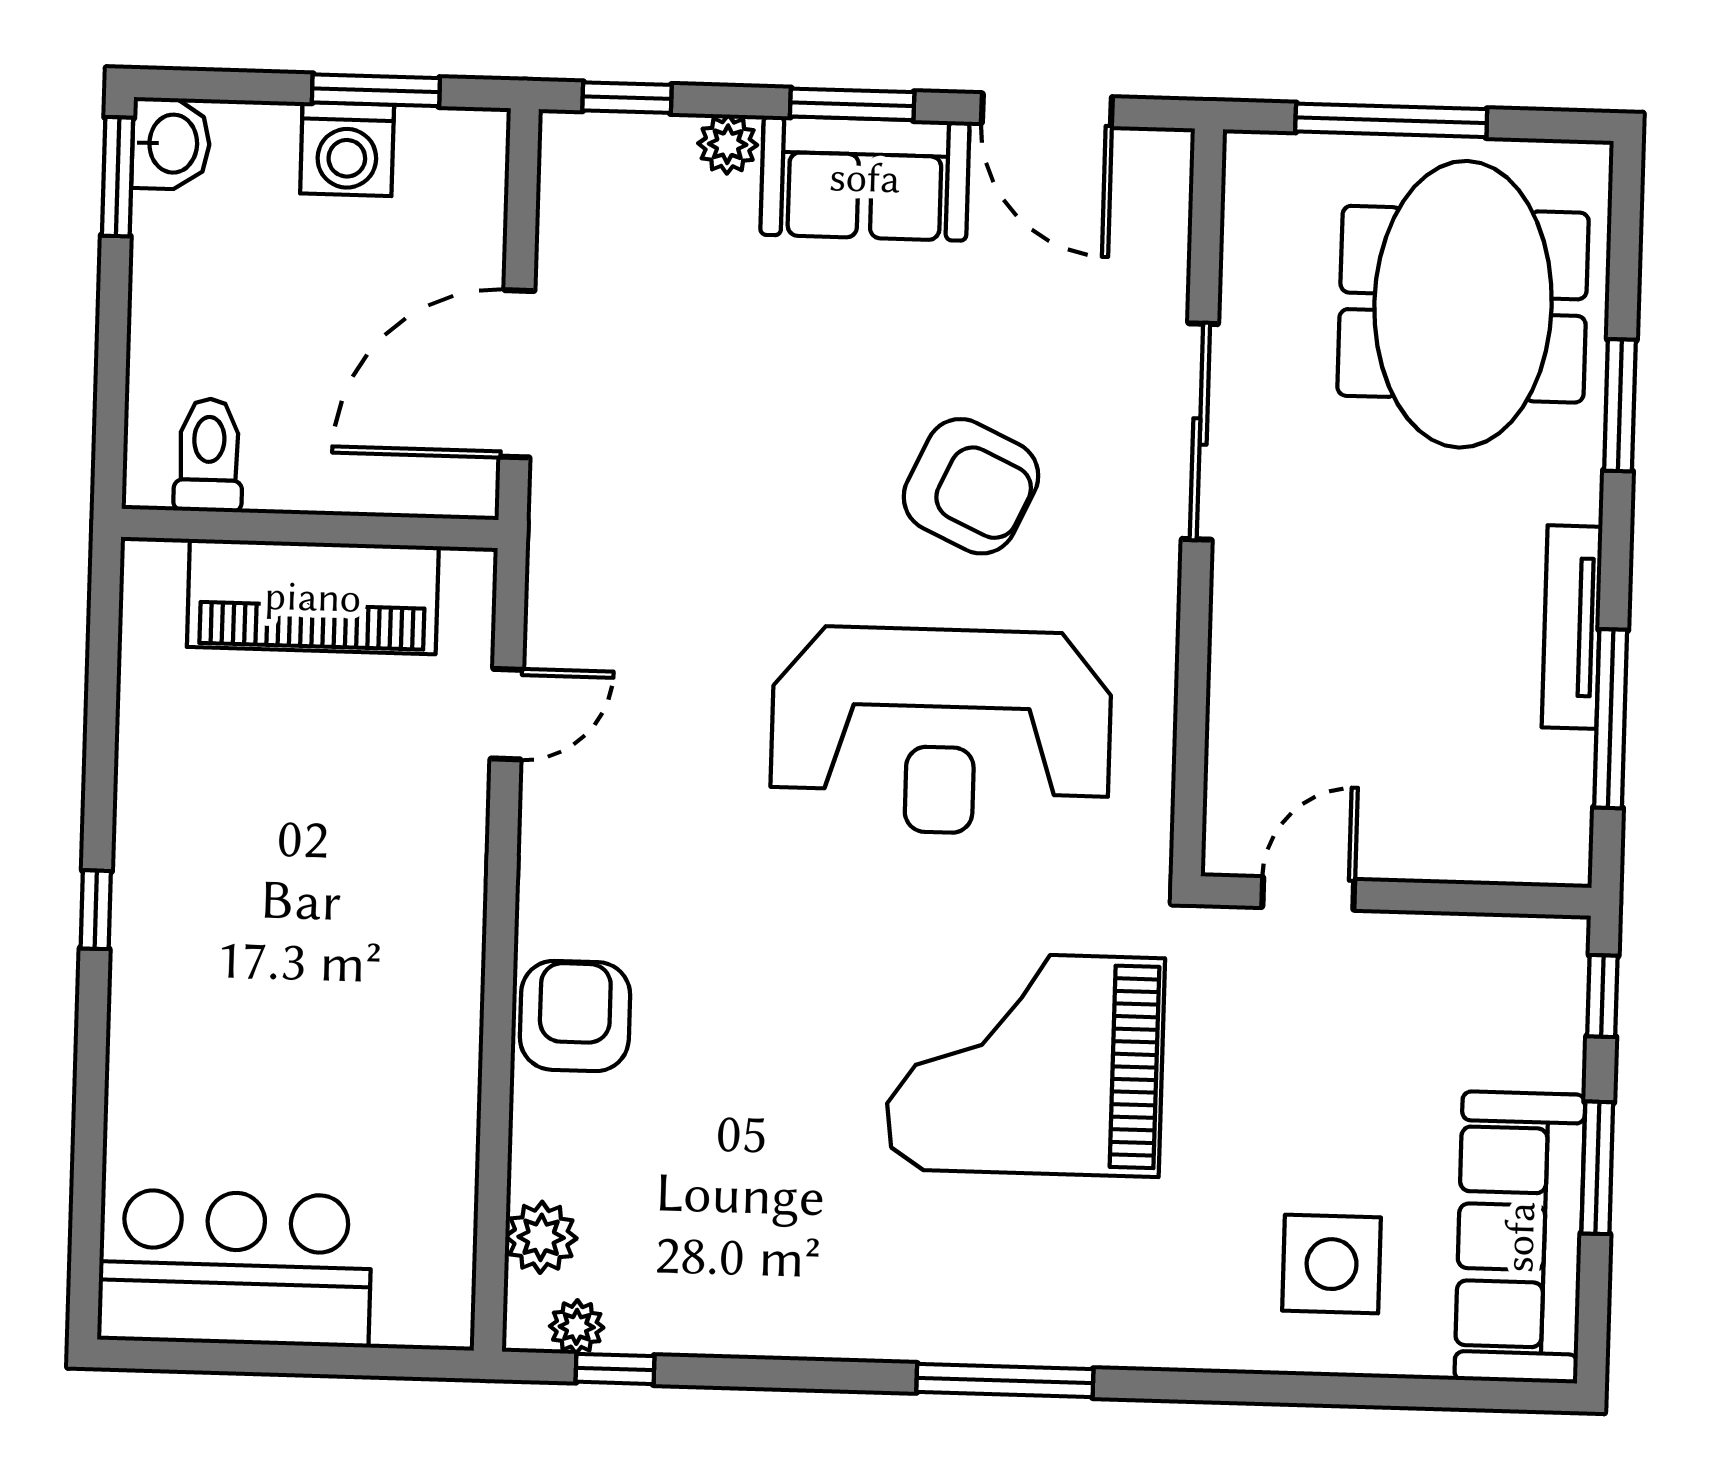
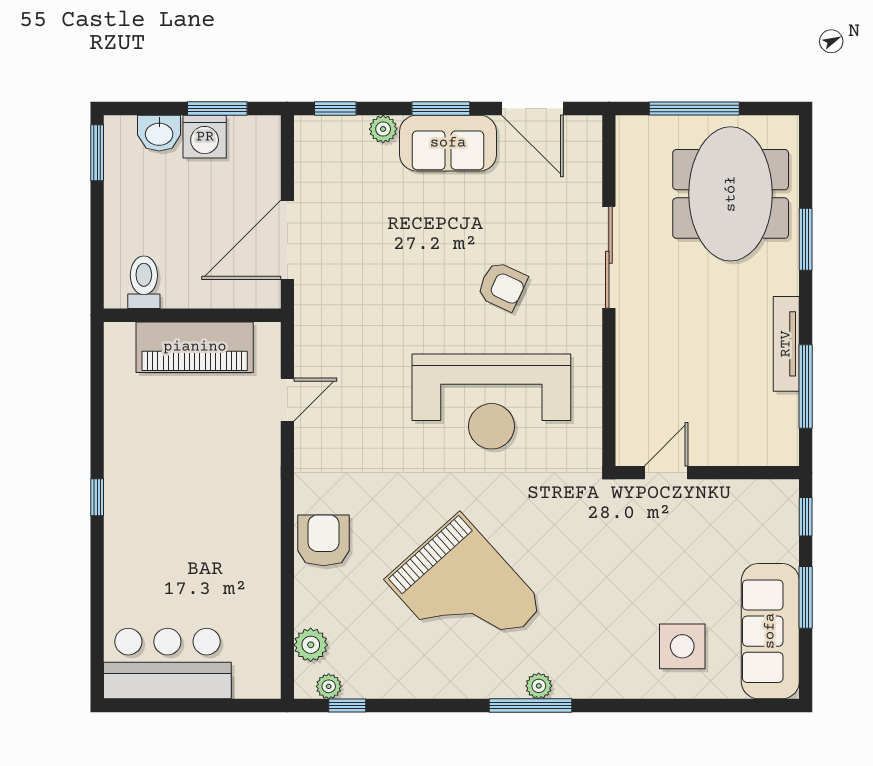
washbasin: (171, 144) -> (159, 133), moved, turned 90
armchair: (971, 486) -> (502, 286), width x0.72, depth x0.72
grand piano: (1025, 1064) -> (465, 593), moved, turned -132
plant: (1024, 1339) -> (539, 686), added

